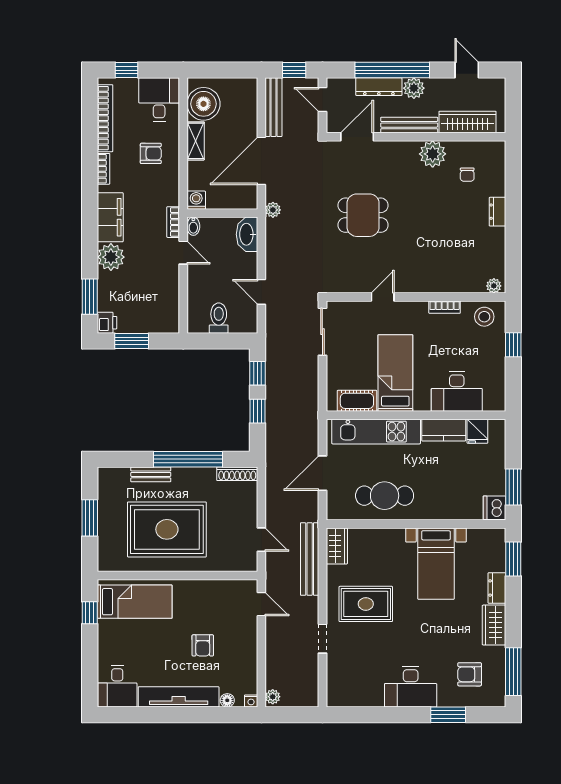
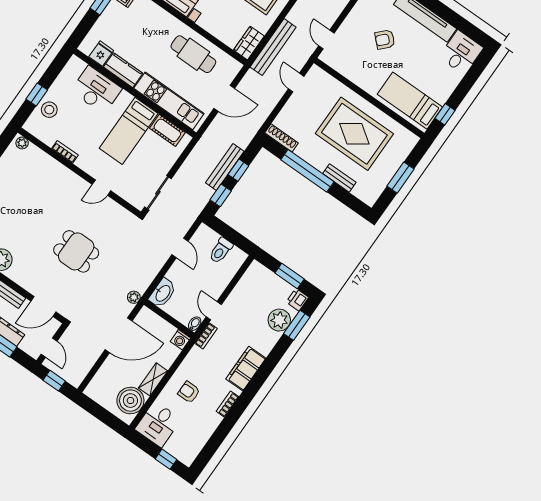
bench: (274, 107) -> (225, 167), moved
bookcase: (105, 118) -> (203, 437), removed
plant: (111, 257) -> (279, 320), moved
stool: (484, 317) -> (49, 110), moved
armchair: (203, 645) -> (385, 39), turned -136

